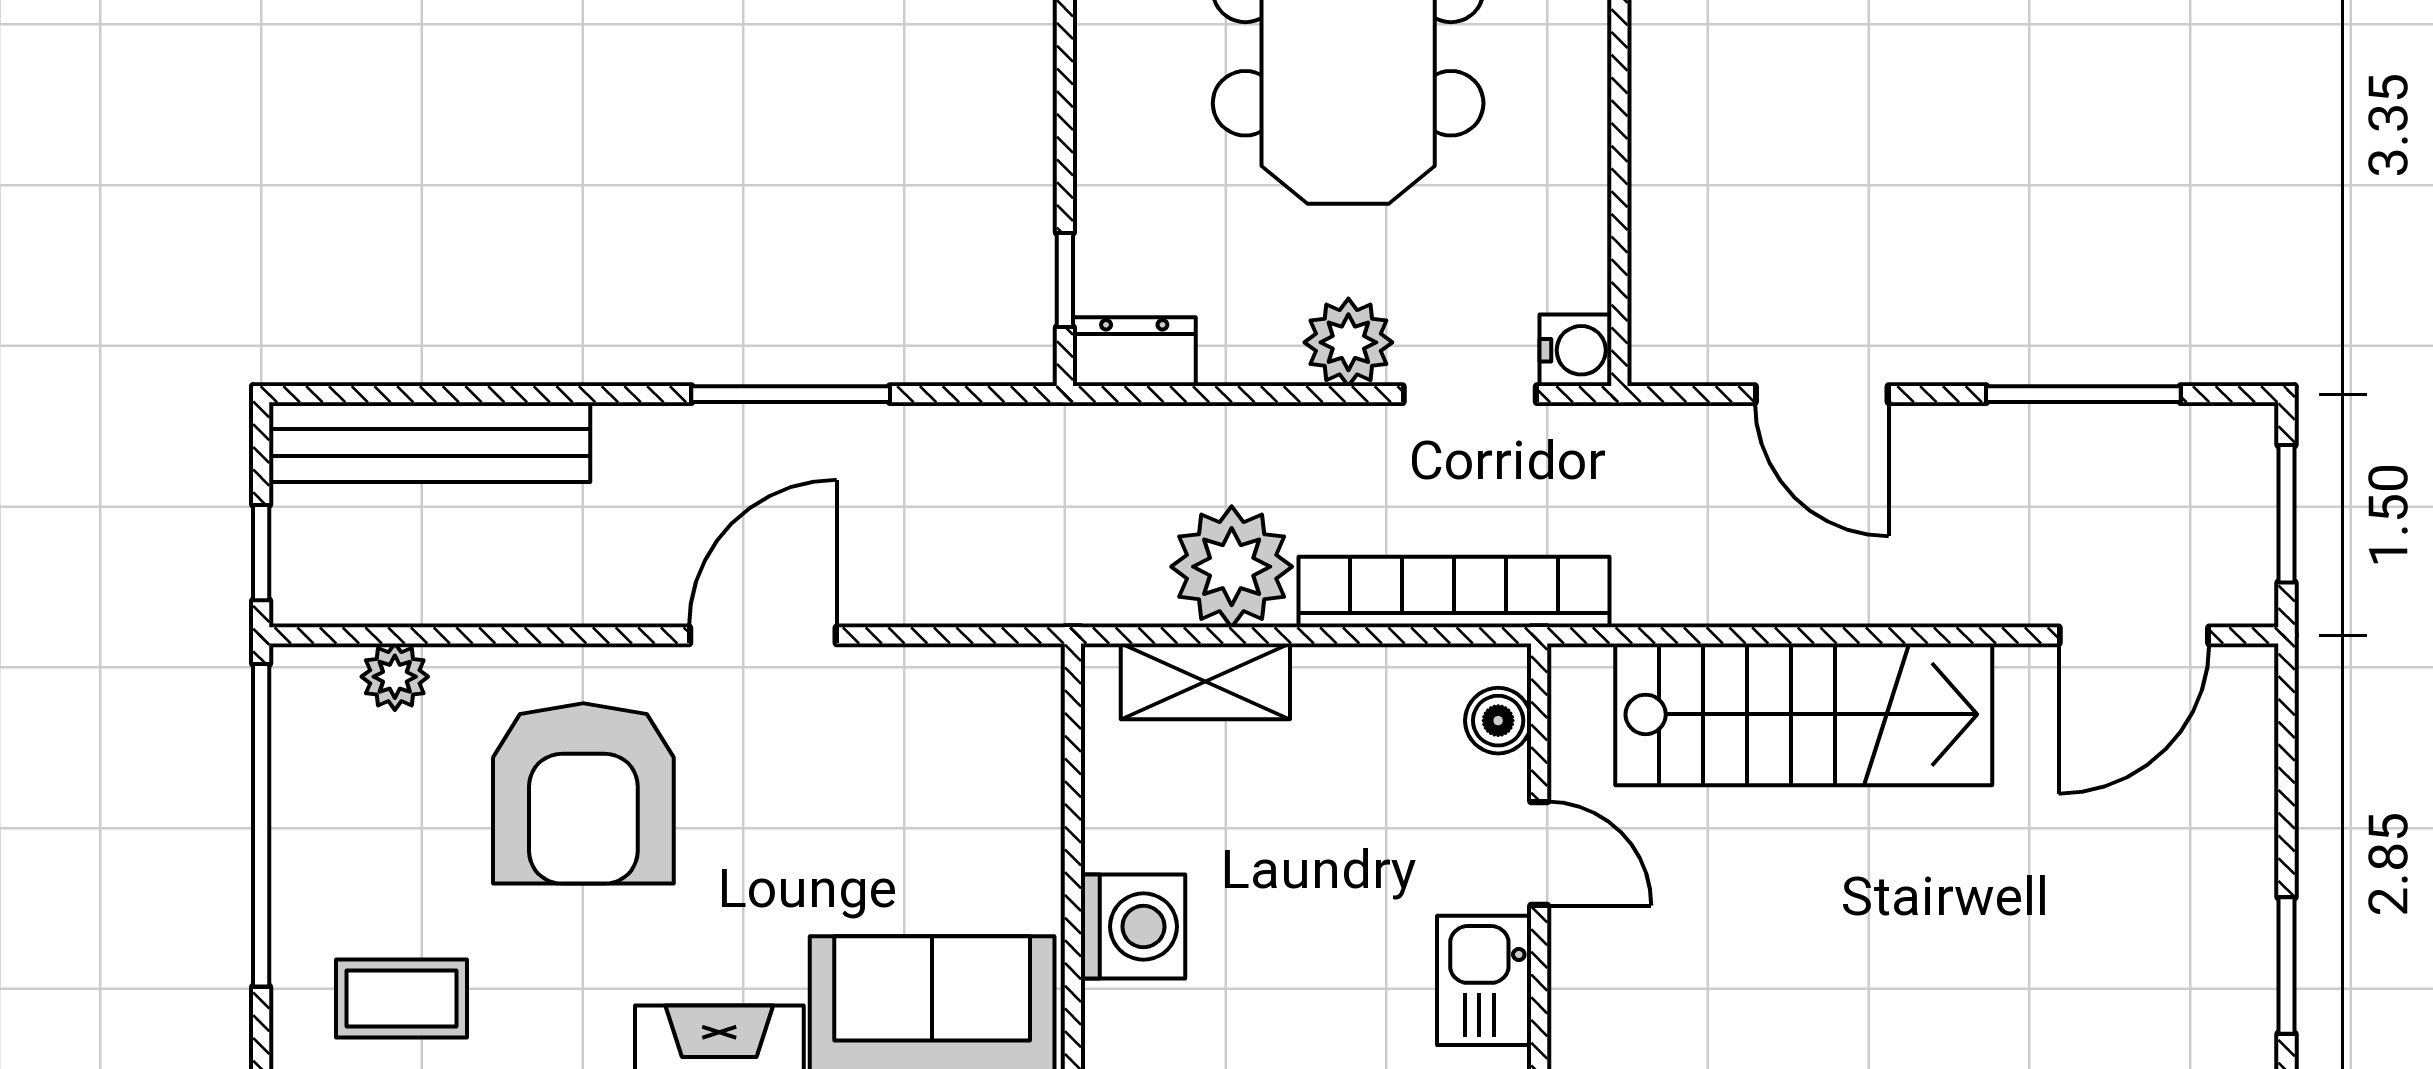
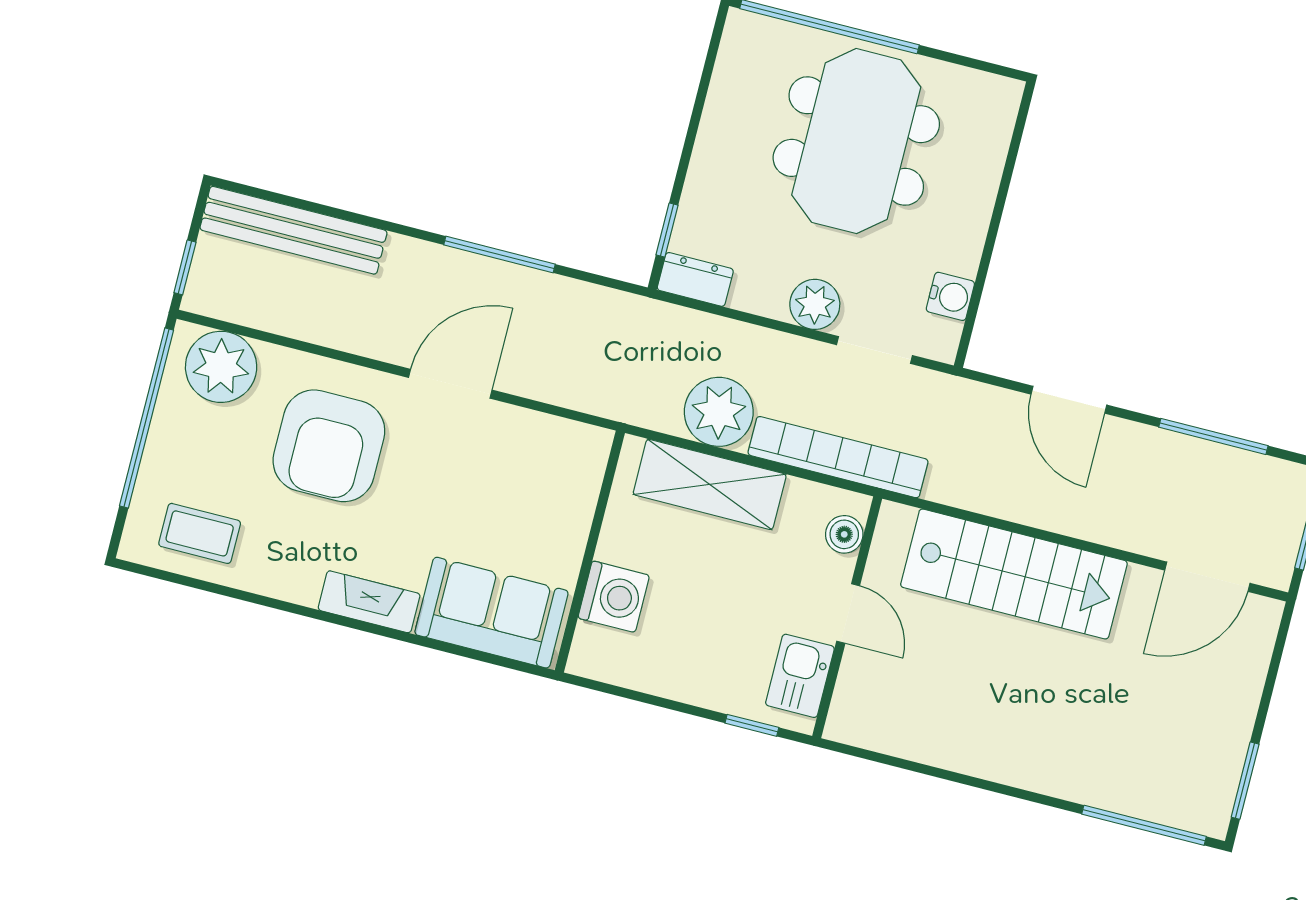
water cooler: (1575, 350) -> (950, 296), moved
plant: (395, 677) -> (221, 367), width x1.88, depth x1.88
shelving: (1205, 681) -> (710, 484), width x1.50, depth x1.33

